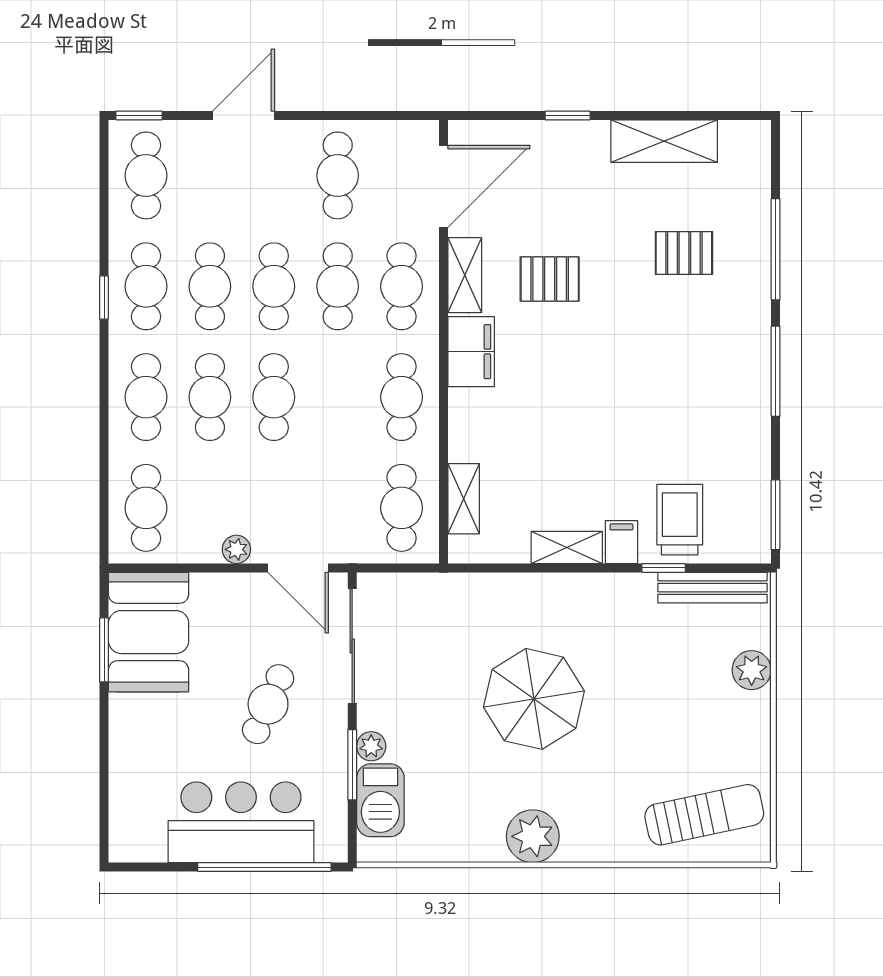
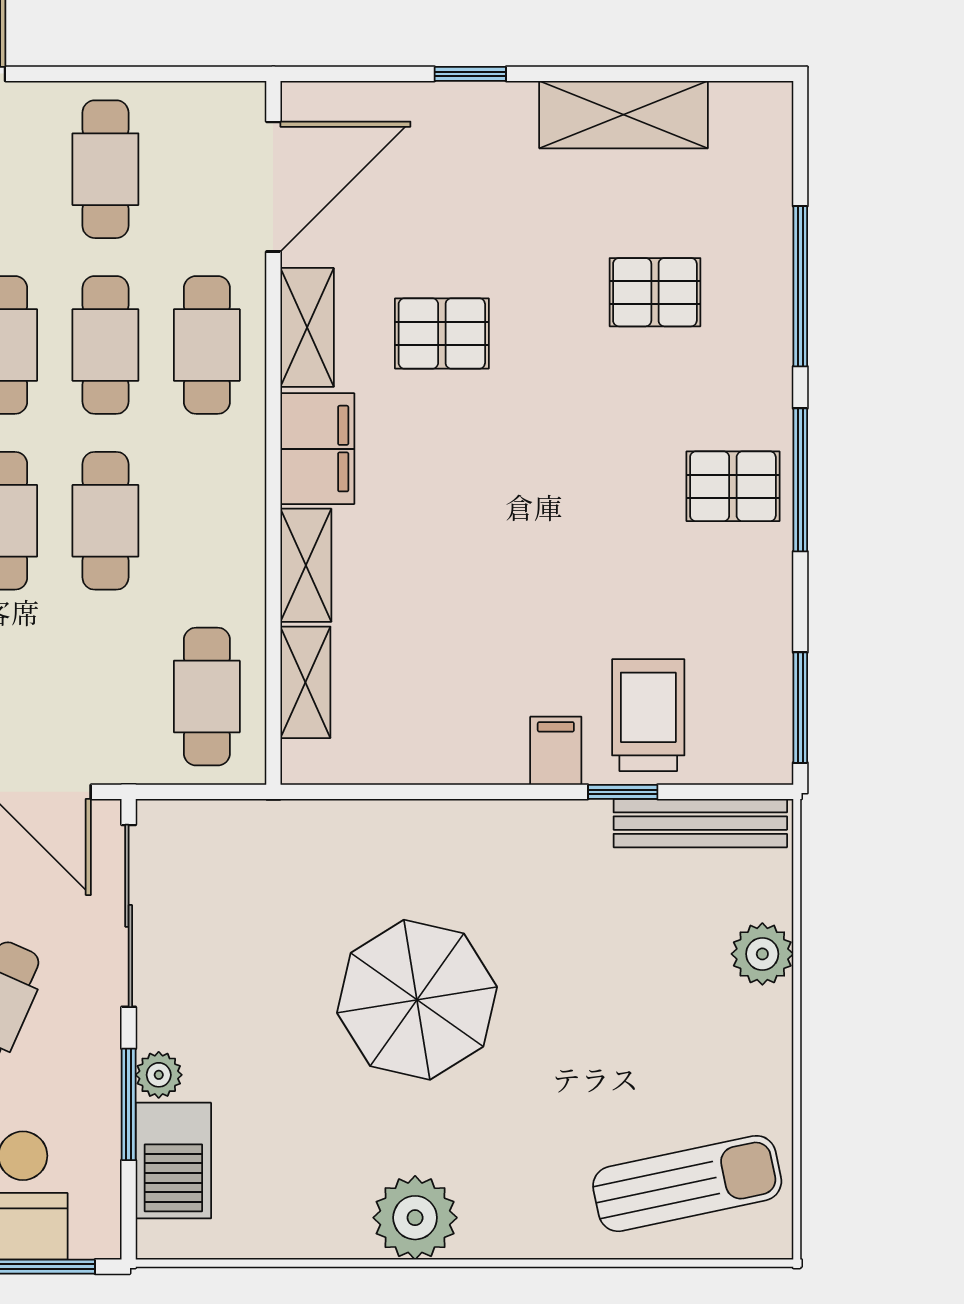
pallet: (733, 375) -> (733, 486), added
cafe table: (402, 397) -> (105, 521), moved
shelving: (567, 547) -> (306, 565), moved, turned 90

